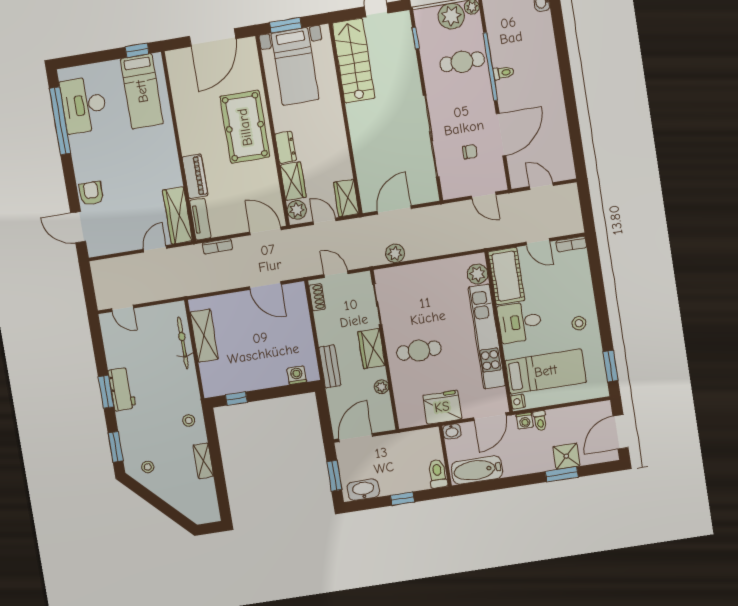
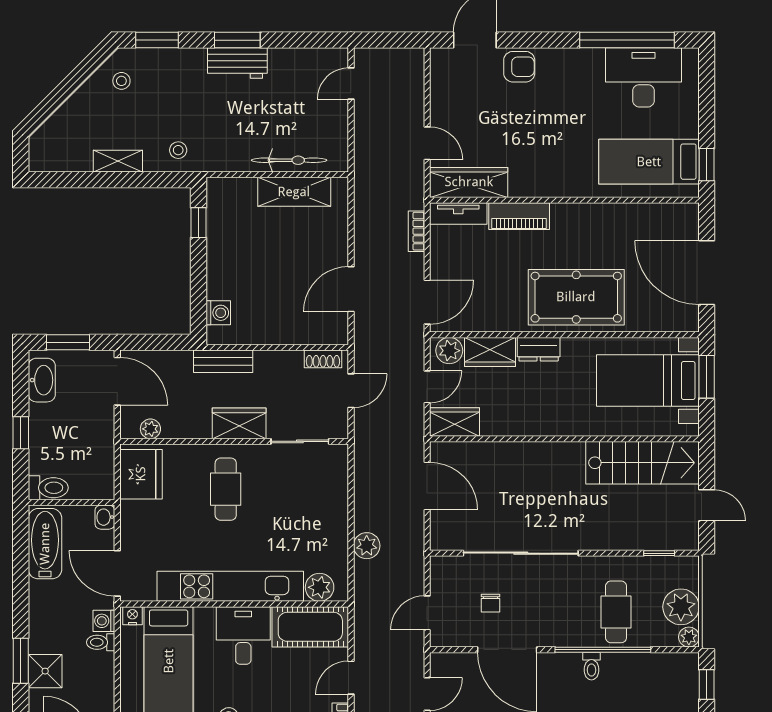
plant: (395, 253) -> (367, 546), moved
plant: (382, 387) -> (150, 429), moved
fridge: (442, 407) -> (141, 474), moved

